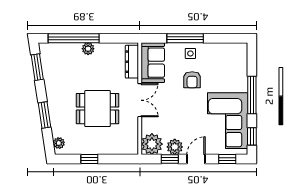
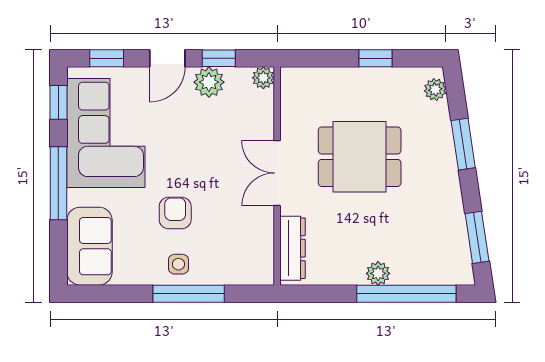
sofa: (153, 63) -> (90, 246), moved, turned 180
plant: (152, 144) -> (263, 78), width x0.53, depth x0.53

